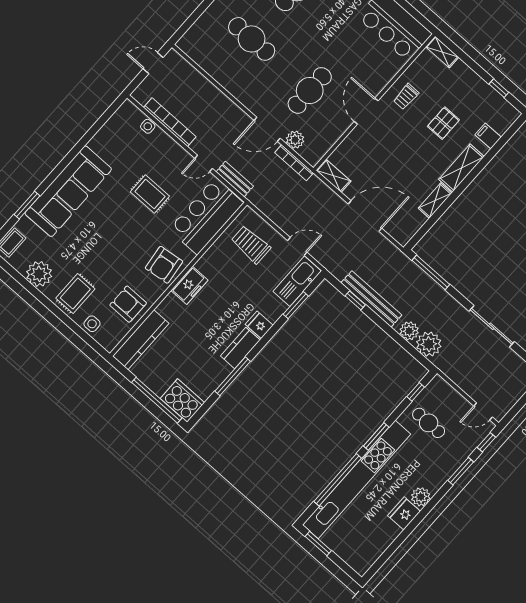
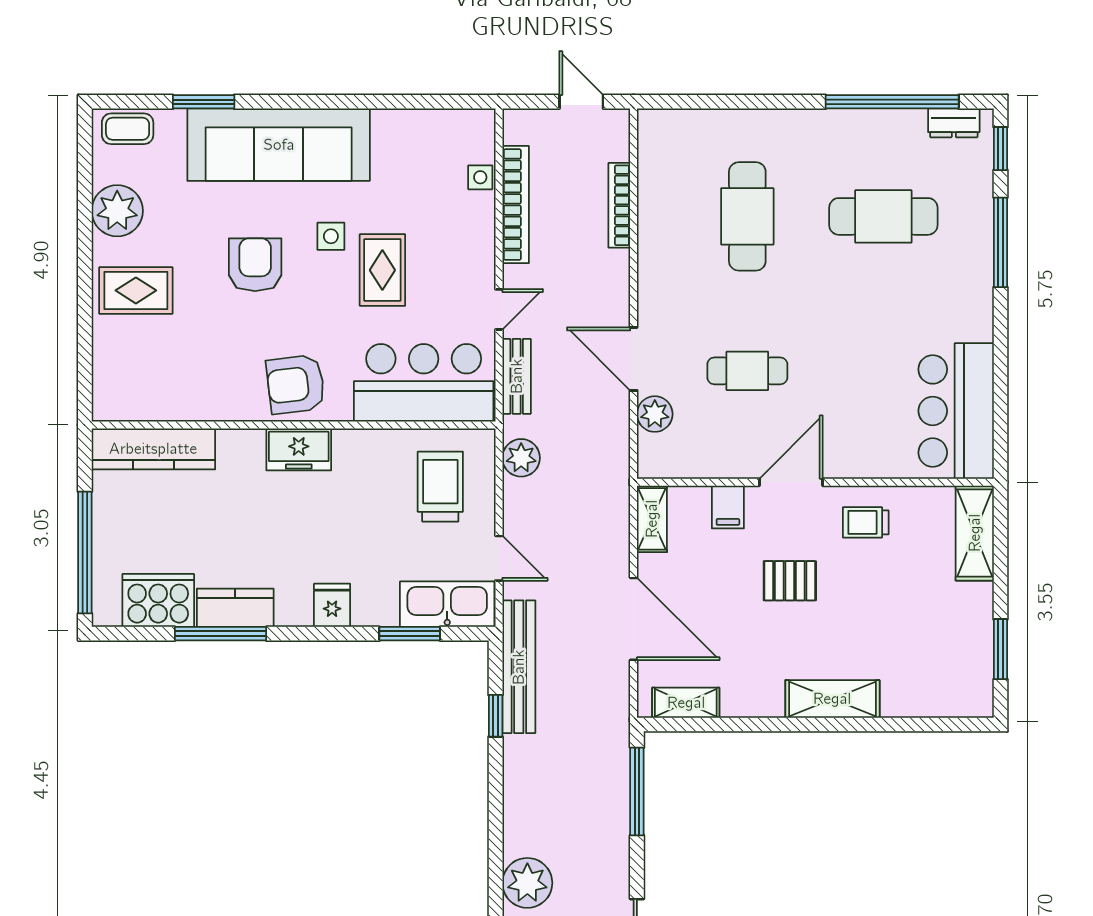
shelving: (442, 52) -> (975, 533), width x1.50, depth x1.33
window: (499, 88) -> (1000, 649), width x1.50
cafe table: (310, 90) -> (747, 371), width x0.73, depth x0.74
pallet: (443, 123) -> (790, 581), moved
filing cabinet: (488, 136) -> (728, 507), moved, turned 180
door: (204, 163) -> (499, 309), swing flipped
bookcase: (294, 163) -> (619, 205), moved
shelving: (435, 201) -> (686, 703), moved
bench: (371, 299) -> (519, 667), moved
armchair: (128, 304) -> (255, 265), moved
side table: (92, 324) -> (331, 236), moved
plant: (409, 331) -> (521, 458), moved
kitchen counter: (240, 348) -> (235, 608), moved
cooker: (182, 401) -> (158, 600), moved, turned -90

